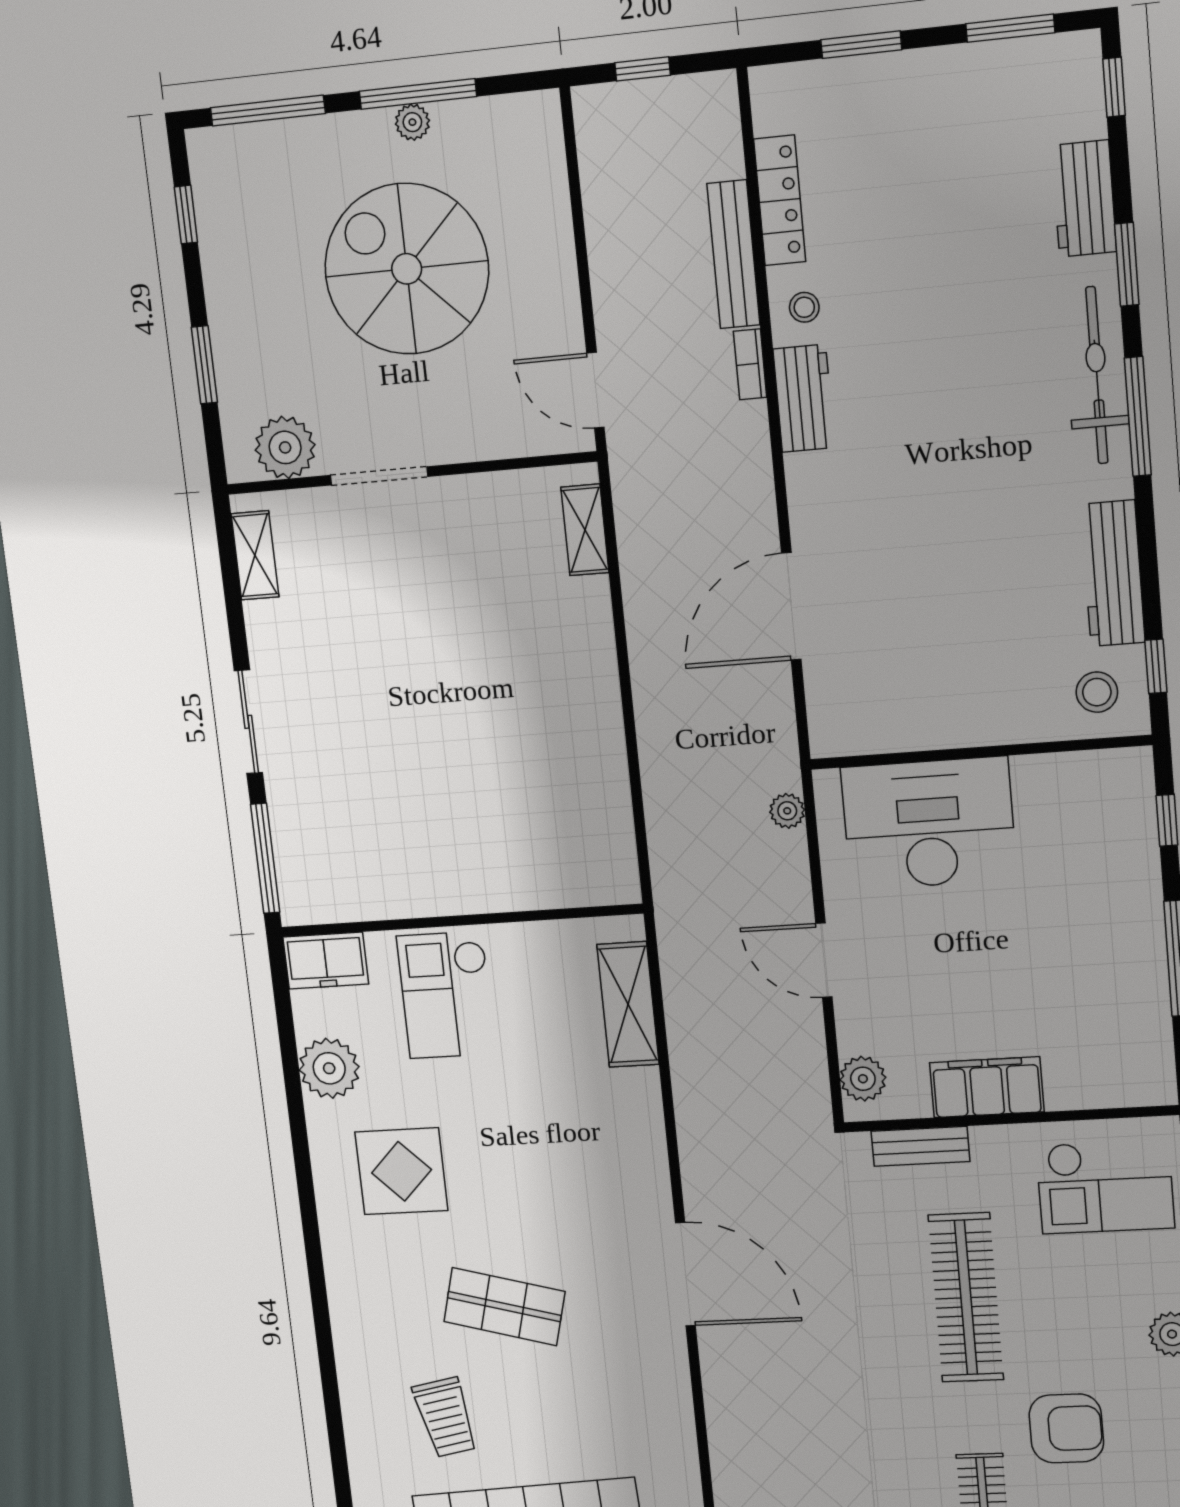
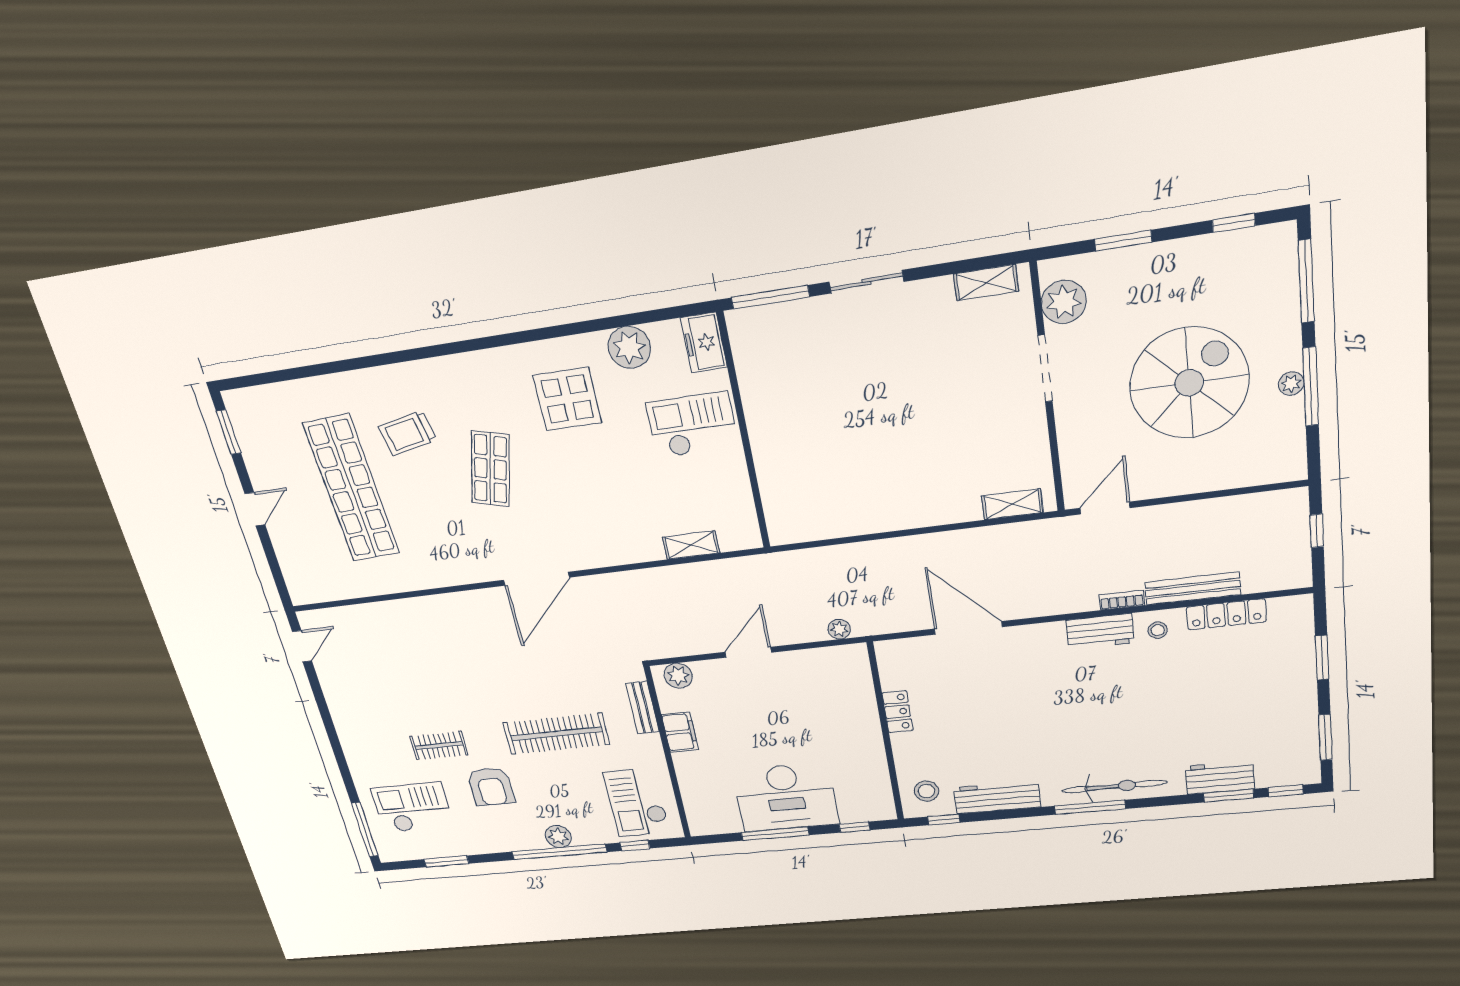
window: (1127, 264) -> (1229, 796), moved
locker: (941, 729) -> (898, 712), added
desk: (929, 823) -> (786, 797), moved, turned 90
shelving: (628, 1005) -> (691, 545), width x0.67, depth x0.75
filing cabinet: (987, 1087) -> (680, 732), width x0.67, depth x0.86

